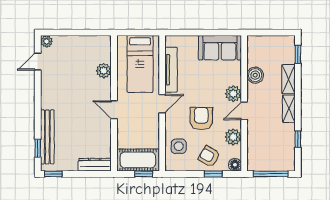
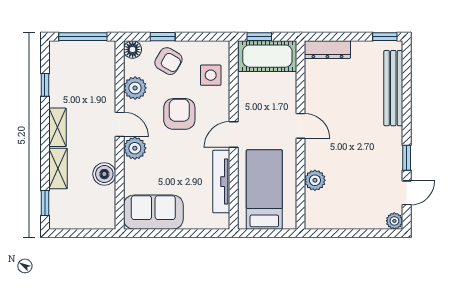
door: (244, 111) -> (120, 124), hinge flipped
armchair: (201, 118) -> (179, 114), turned 180
window: (38, 148) -> (407, 158), moved

